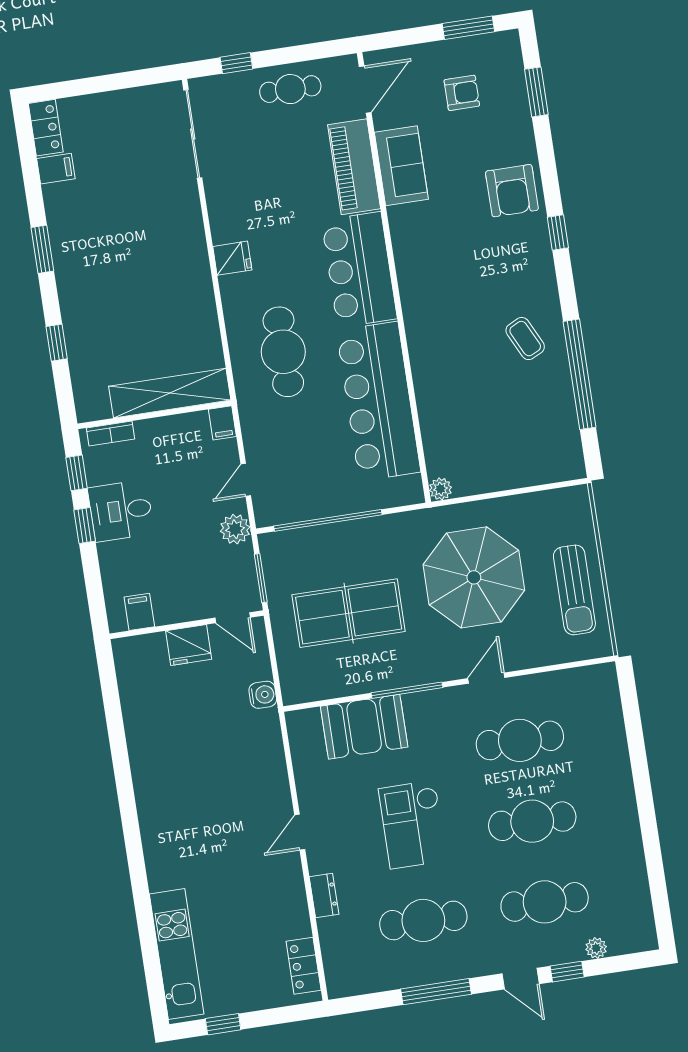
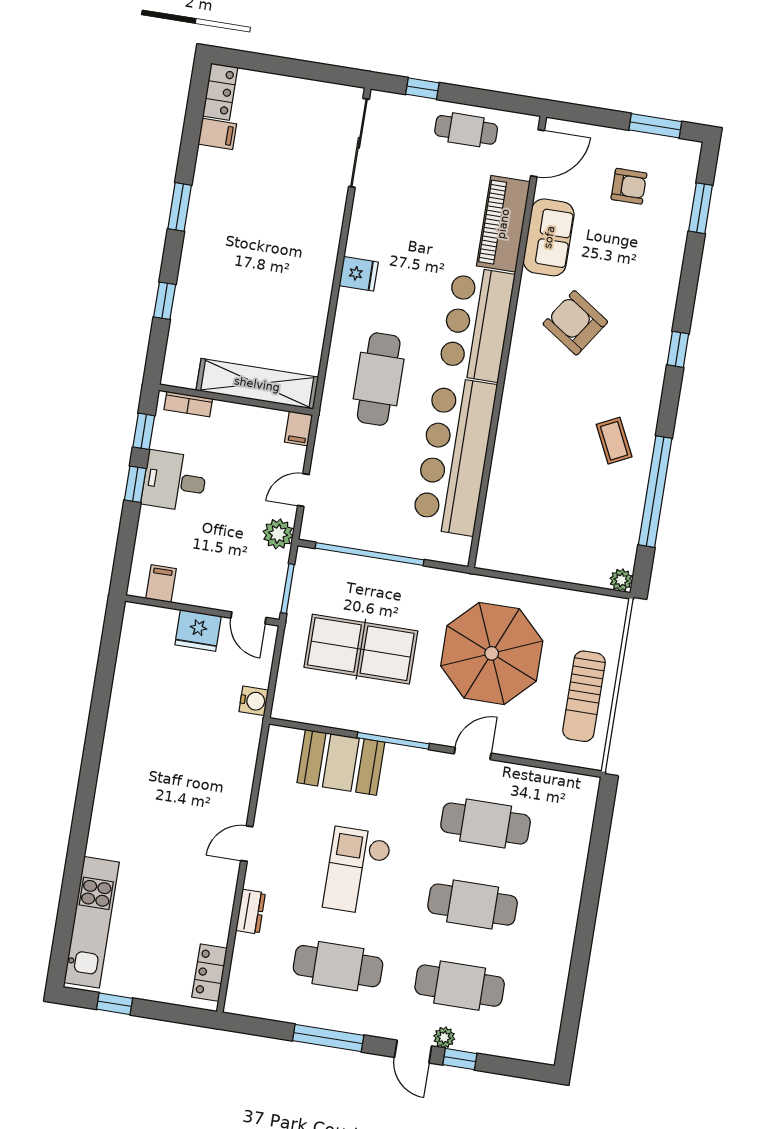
armchair: (512, 191) -> (575, 323), moved, turned 124
plant: (440, 489) -> (621, 580), moved
plant: (596, 948) -> (444, 1037), moved

